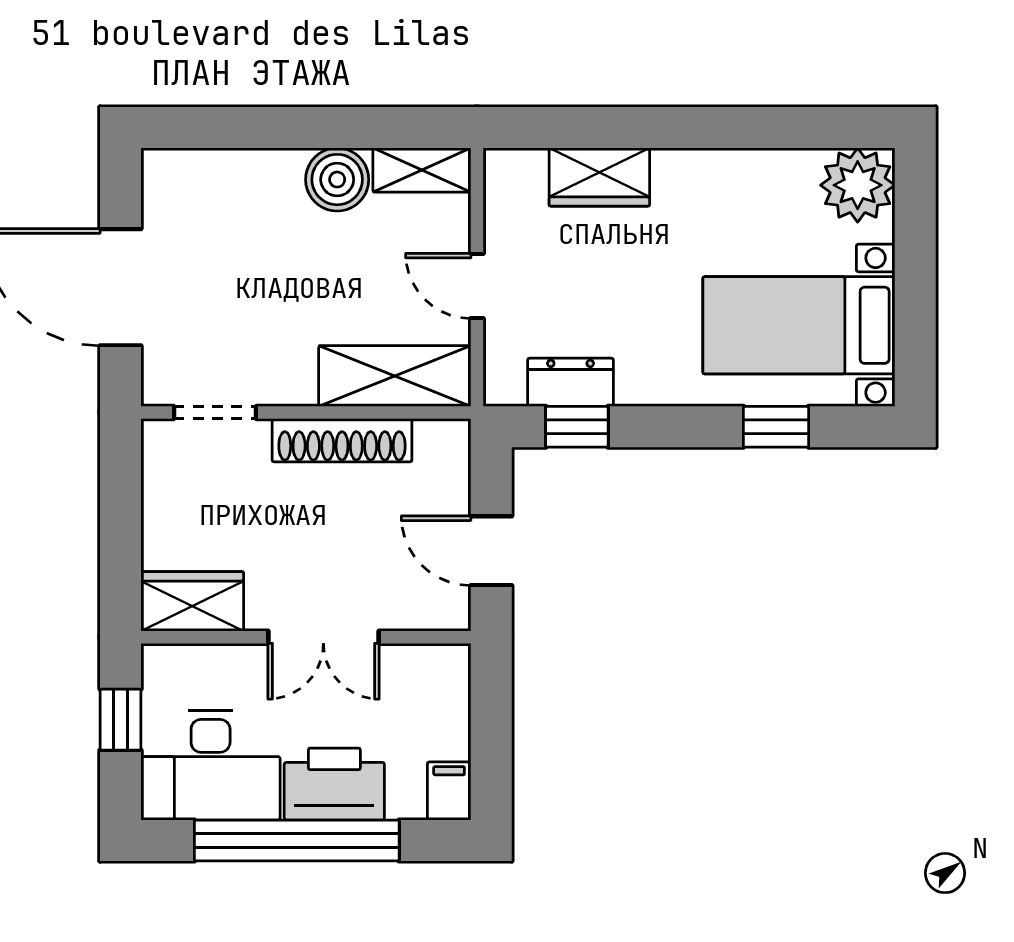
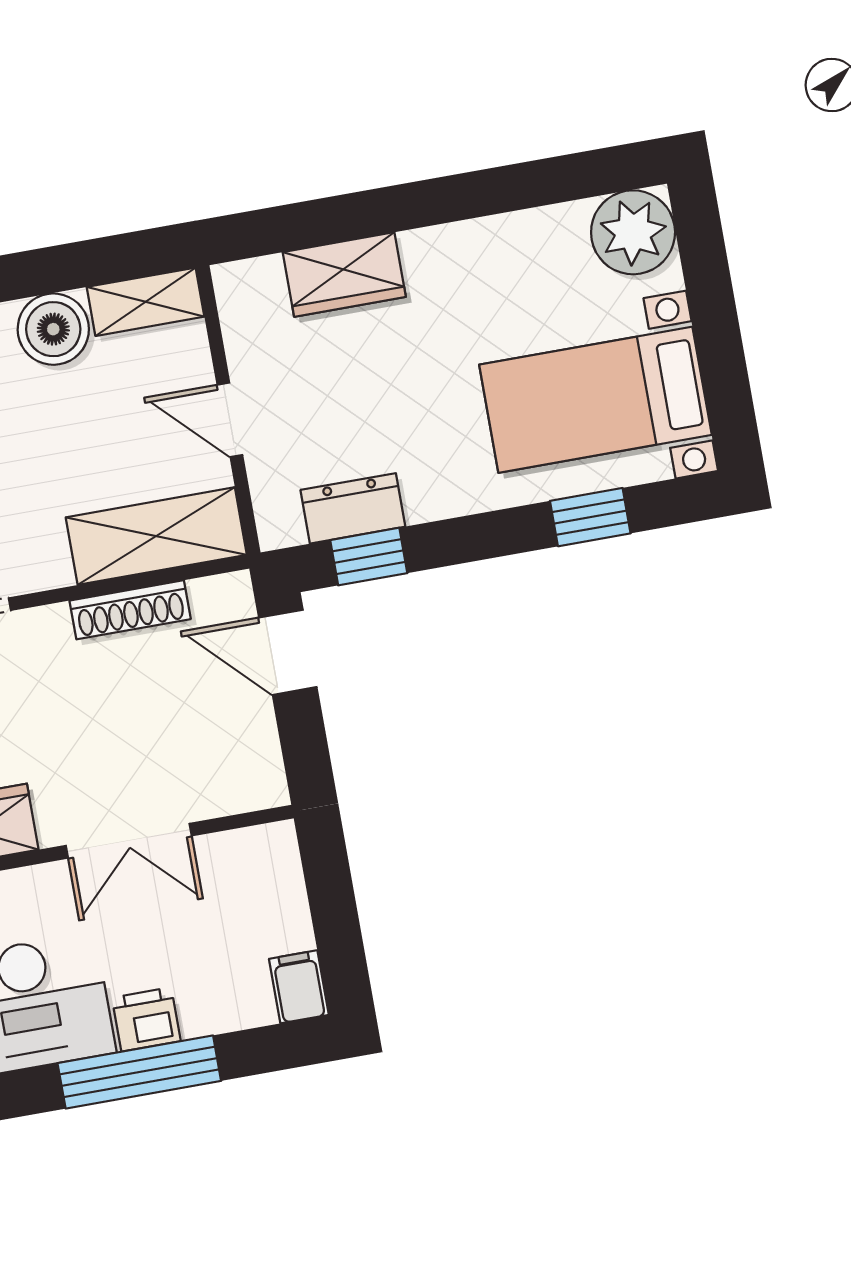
shoe rack: (342, 440) -> (130, 610), width x0.74, depth x0.81
door: (491, 551) -> (288, 652), moved
printer: (334, 784) -> (146, 1019), width x0.53, depth x0.68
window: (297, 840) -> (139, 1072), width x0.68

